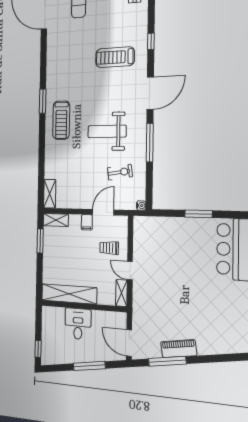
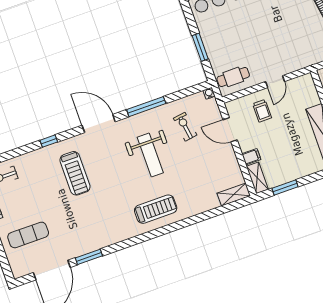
window: (43, 101) -> (89, 257), moved
window: (199, 214) -> (200, 47), moved
filing cabinet: (87, 222) -> (251, 157), moved
cafe table: (148, 234) -> (233, 77), added
shelving: (121, 293) -> (300, 82), removed

